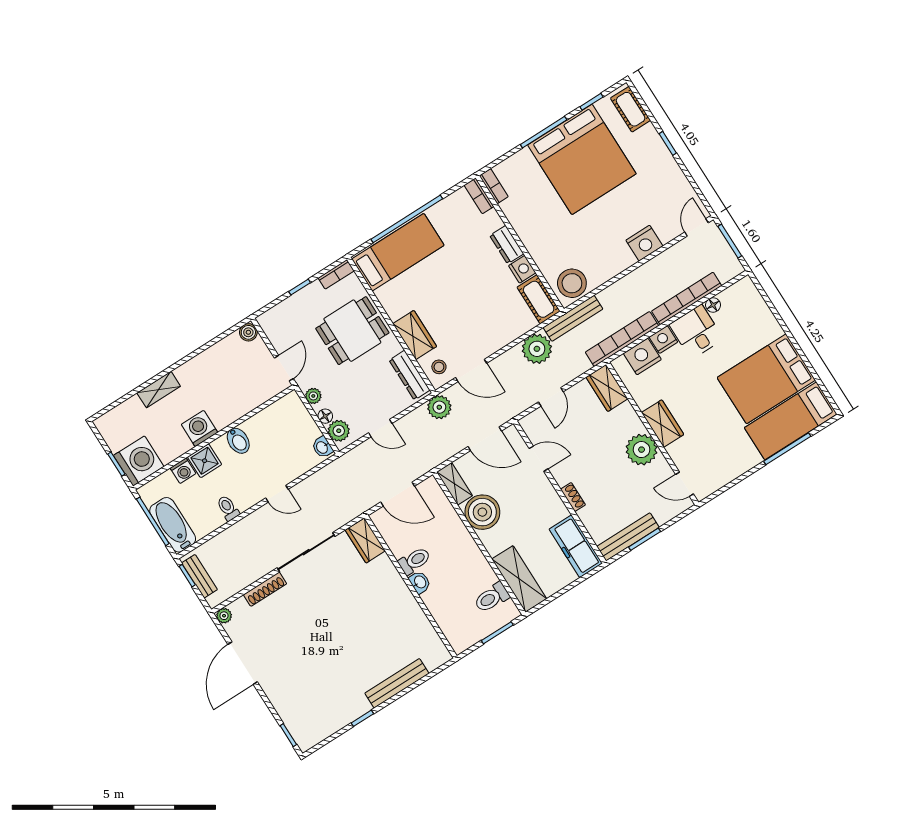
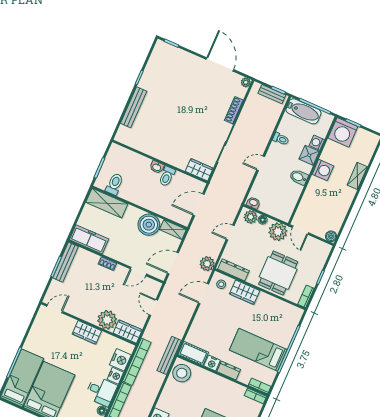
bed: (398, 252) -> (258, 350), moved, turned 90
plant: (537, 349) -> (177, 327), removed
plant: (313, 396) -> (278, 232), width x1.87, depth x1.87
plant: (642, 450) -> (107, 320), moved

